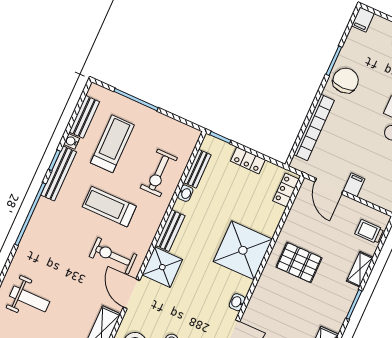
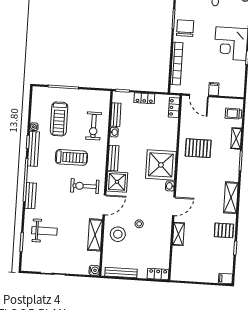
bench: (84, 117) -> (31, 196), moved
treadmill: (112, 144) -> (59, 119), turned 180
treadmill: (109, 207) -> (71, 157), turned 180
shower: (243, 250) -> (161, 165), moved
door: (131, 294) -> (104, 205), swing flipped

